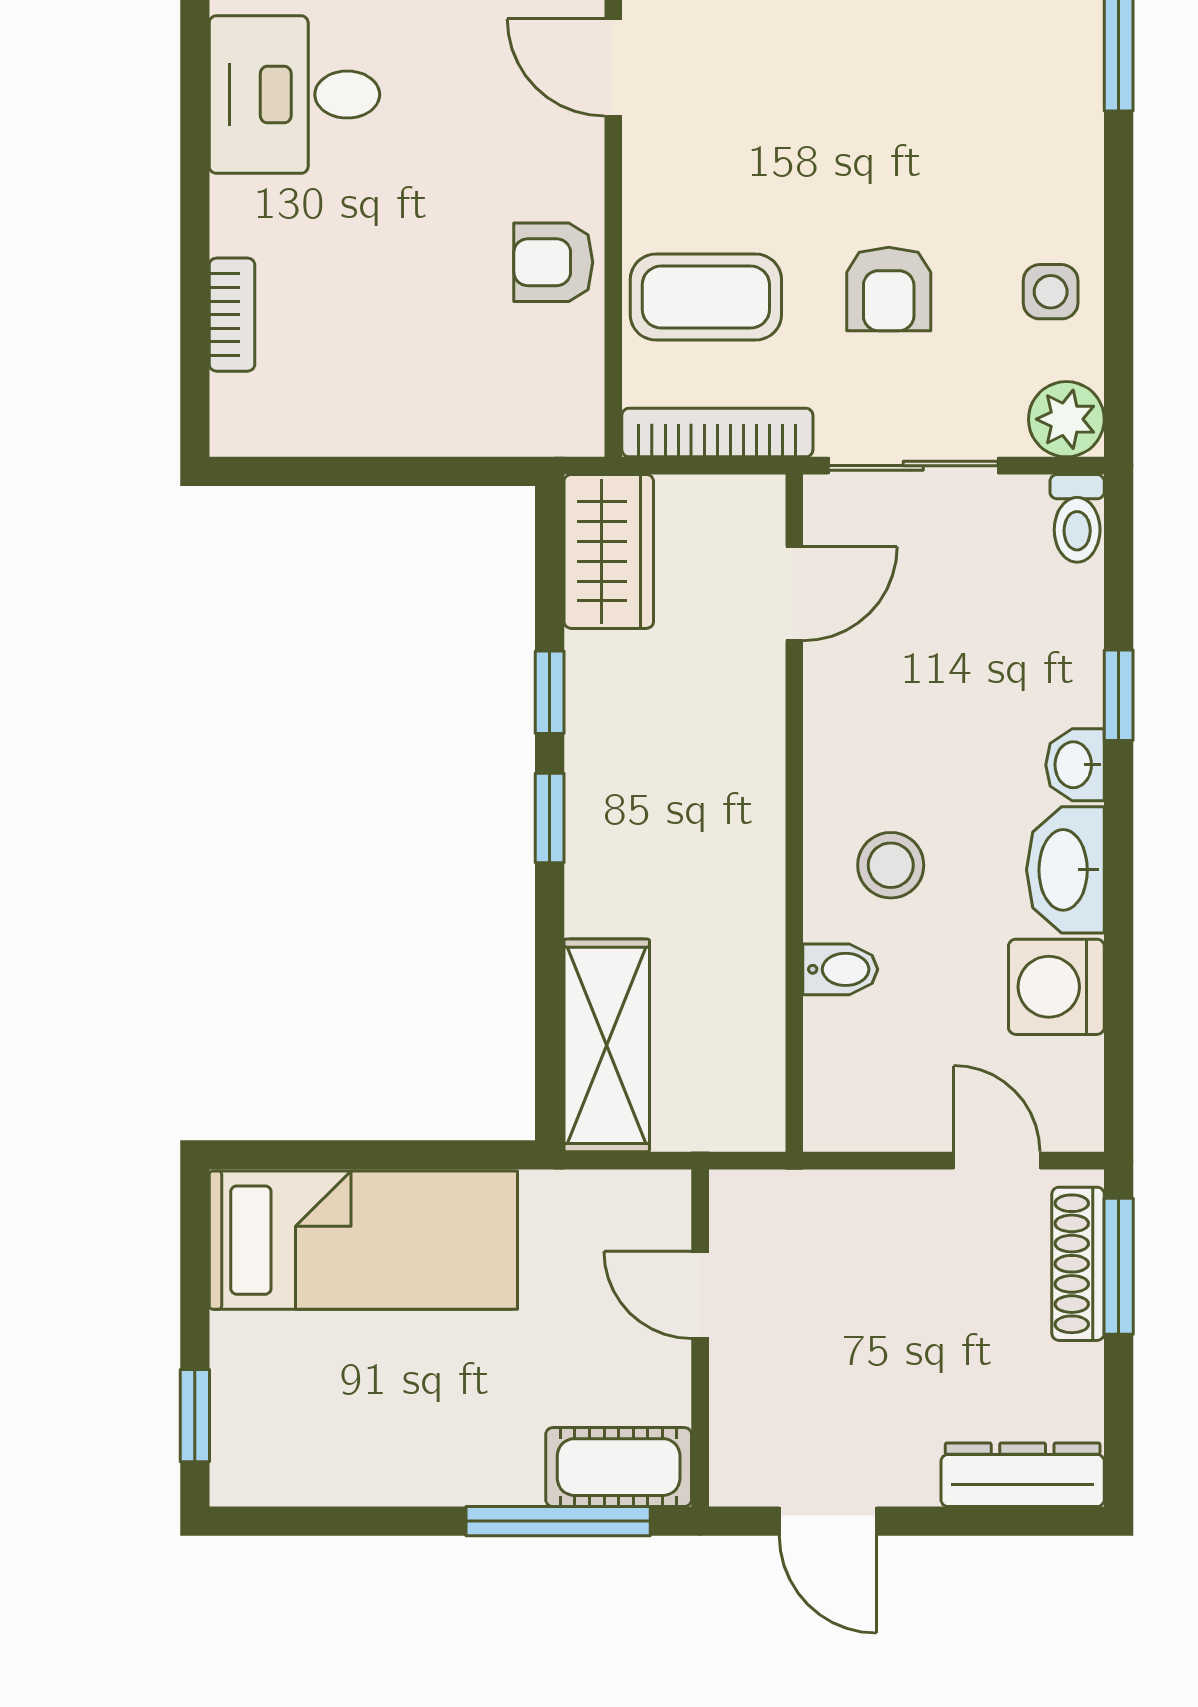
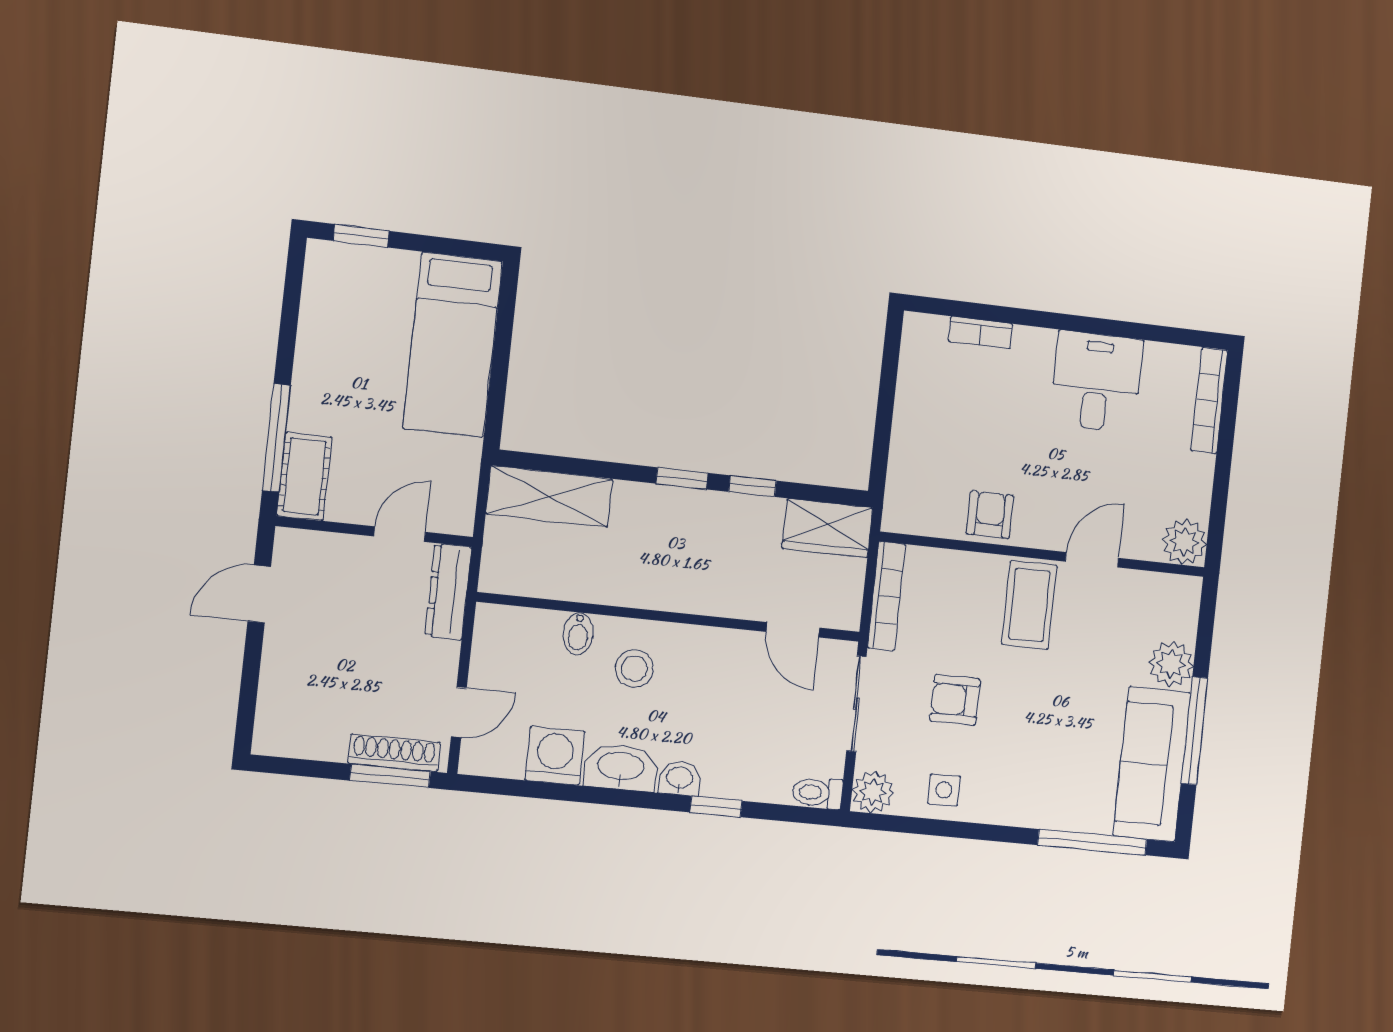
coffee table: (706, 297) -> (1029, 605), moved
dresser: (1023, 1475) -> (448, 592), moved, turned 180

